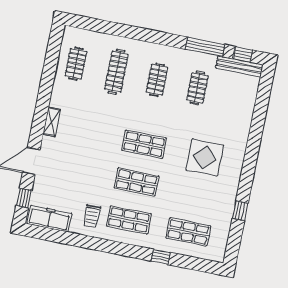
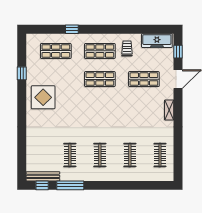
clothes rail: (116, 72) -> (130, 155), width x0.73
shop shelf: (144, 144) -> (144, 79), moved
display table: (205, 158) -> (43, 97), moved

